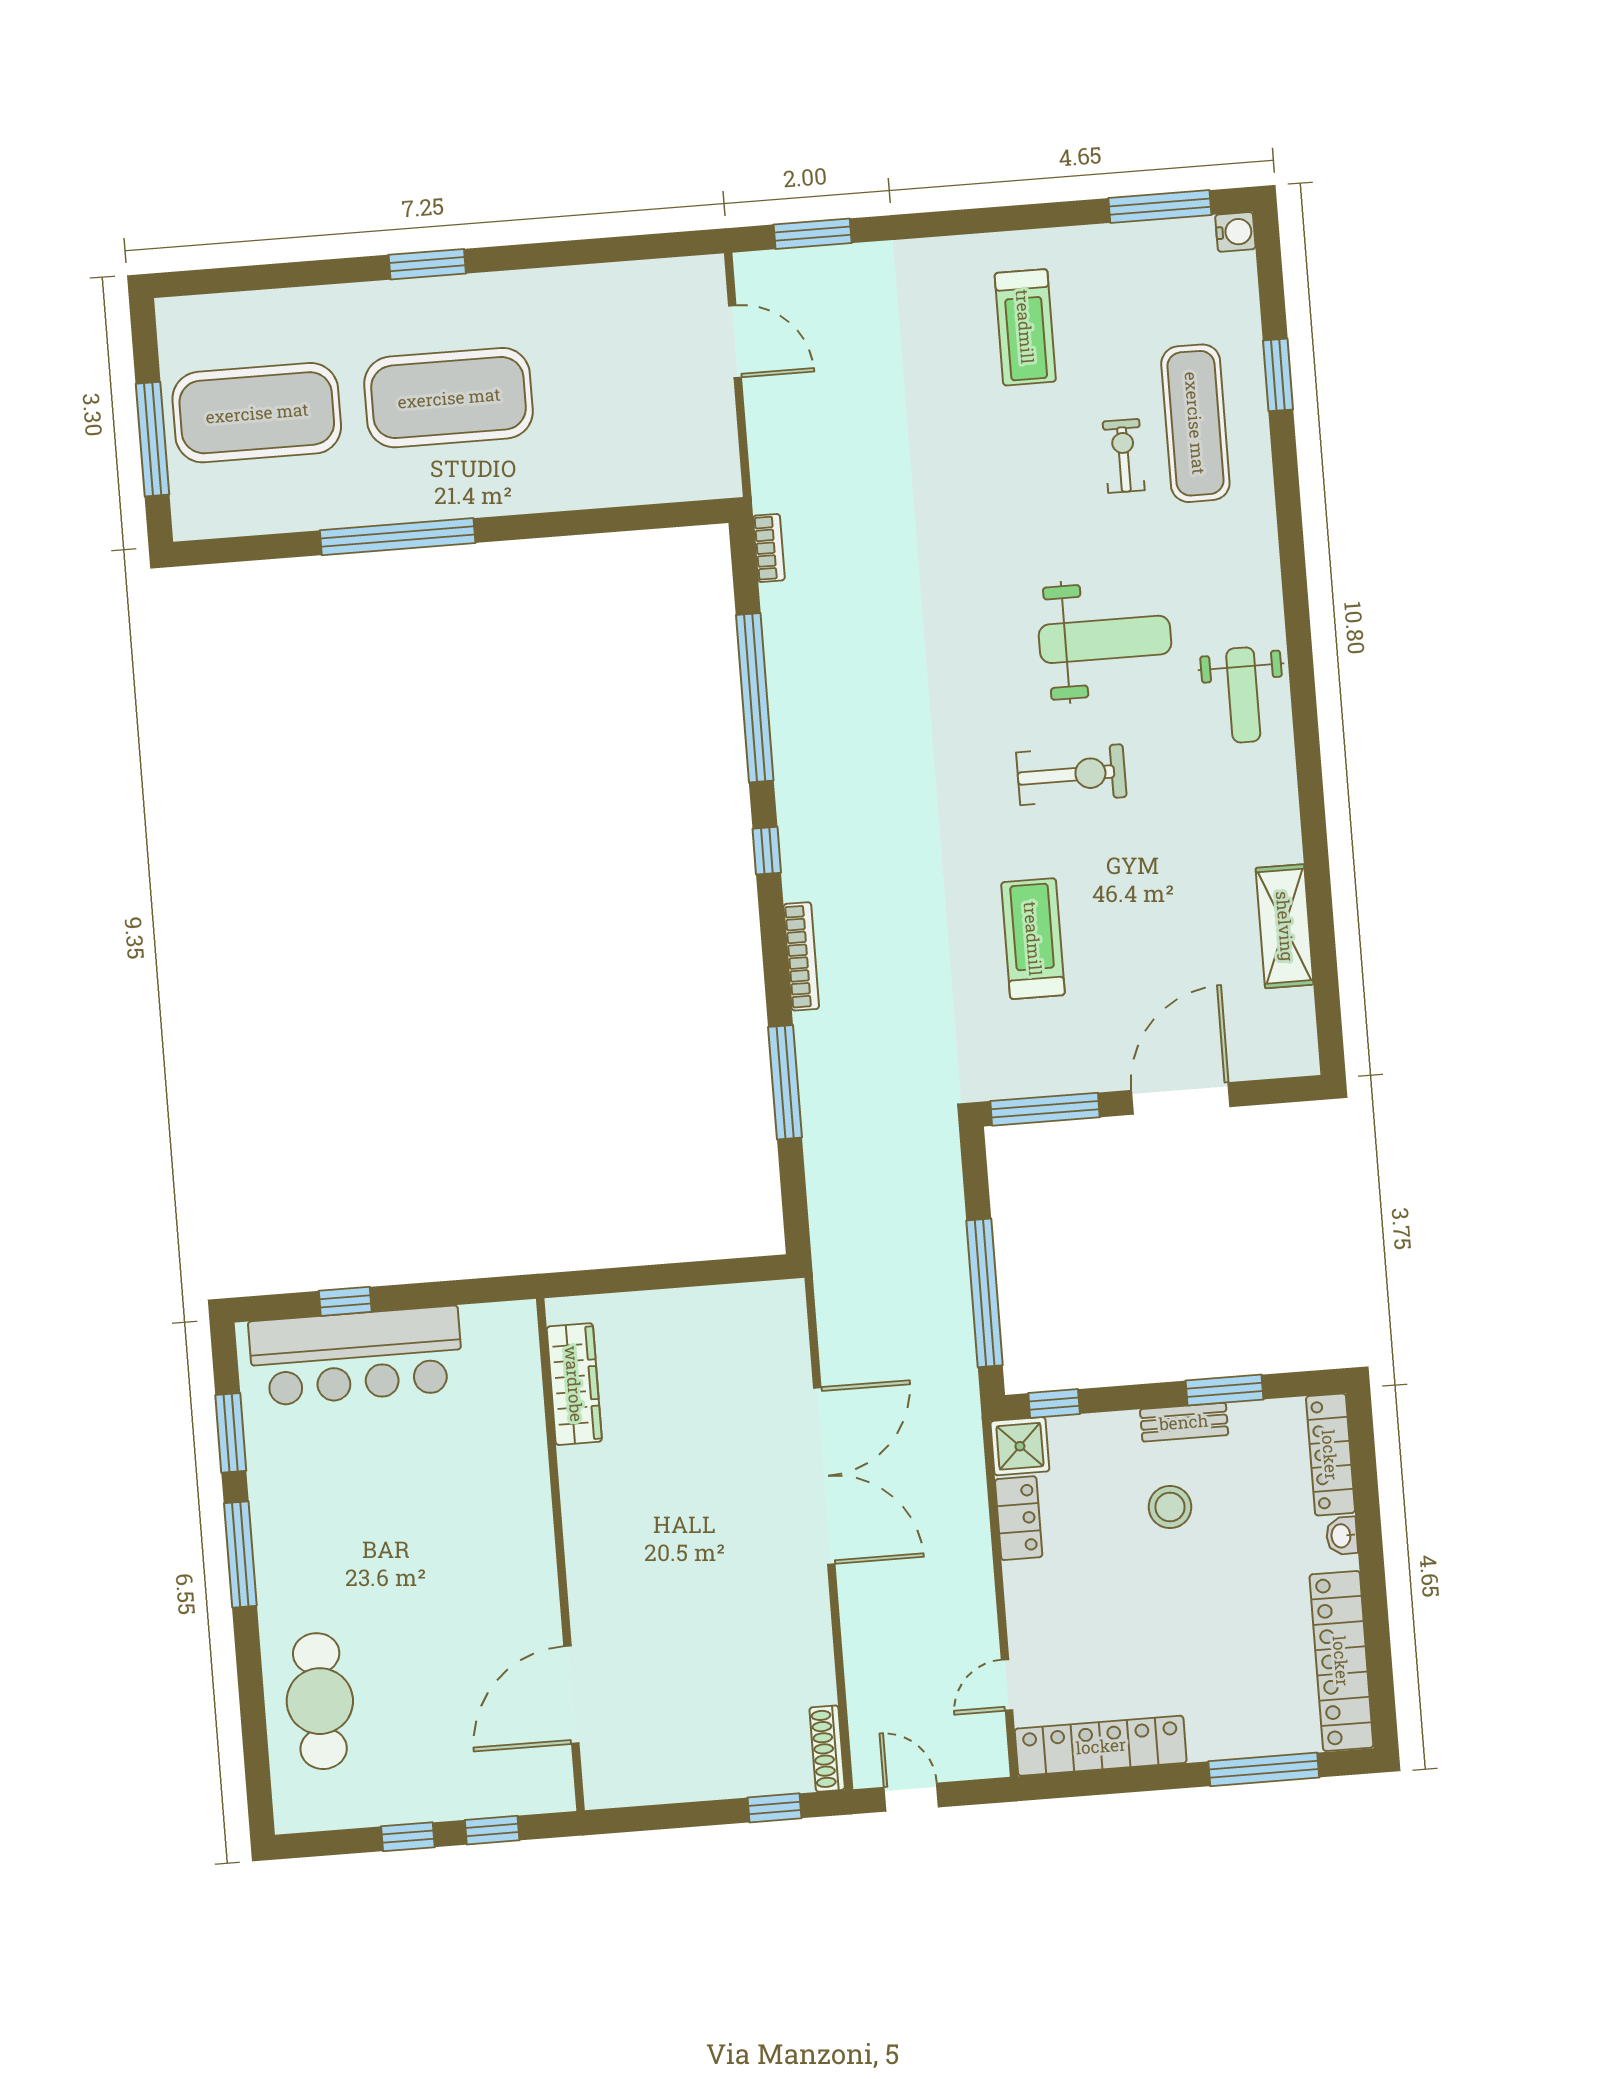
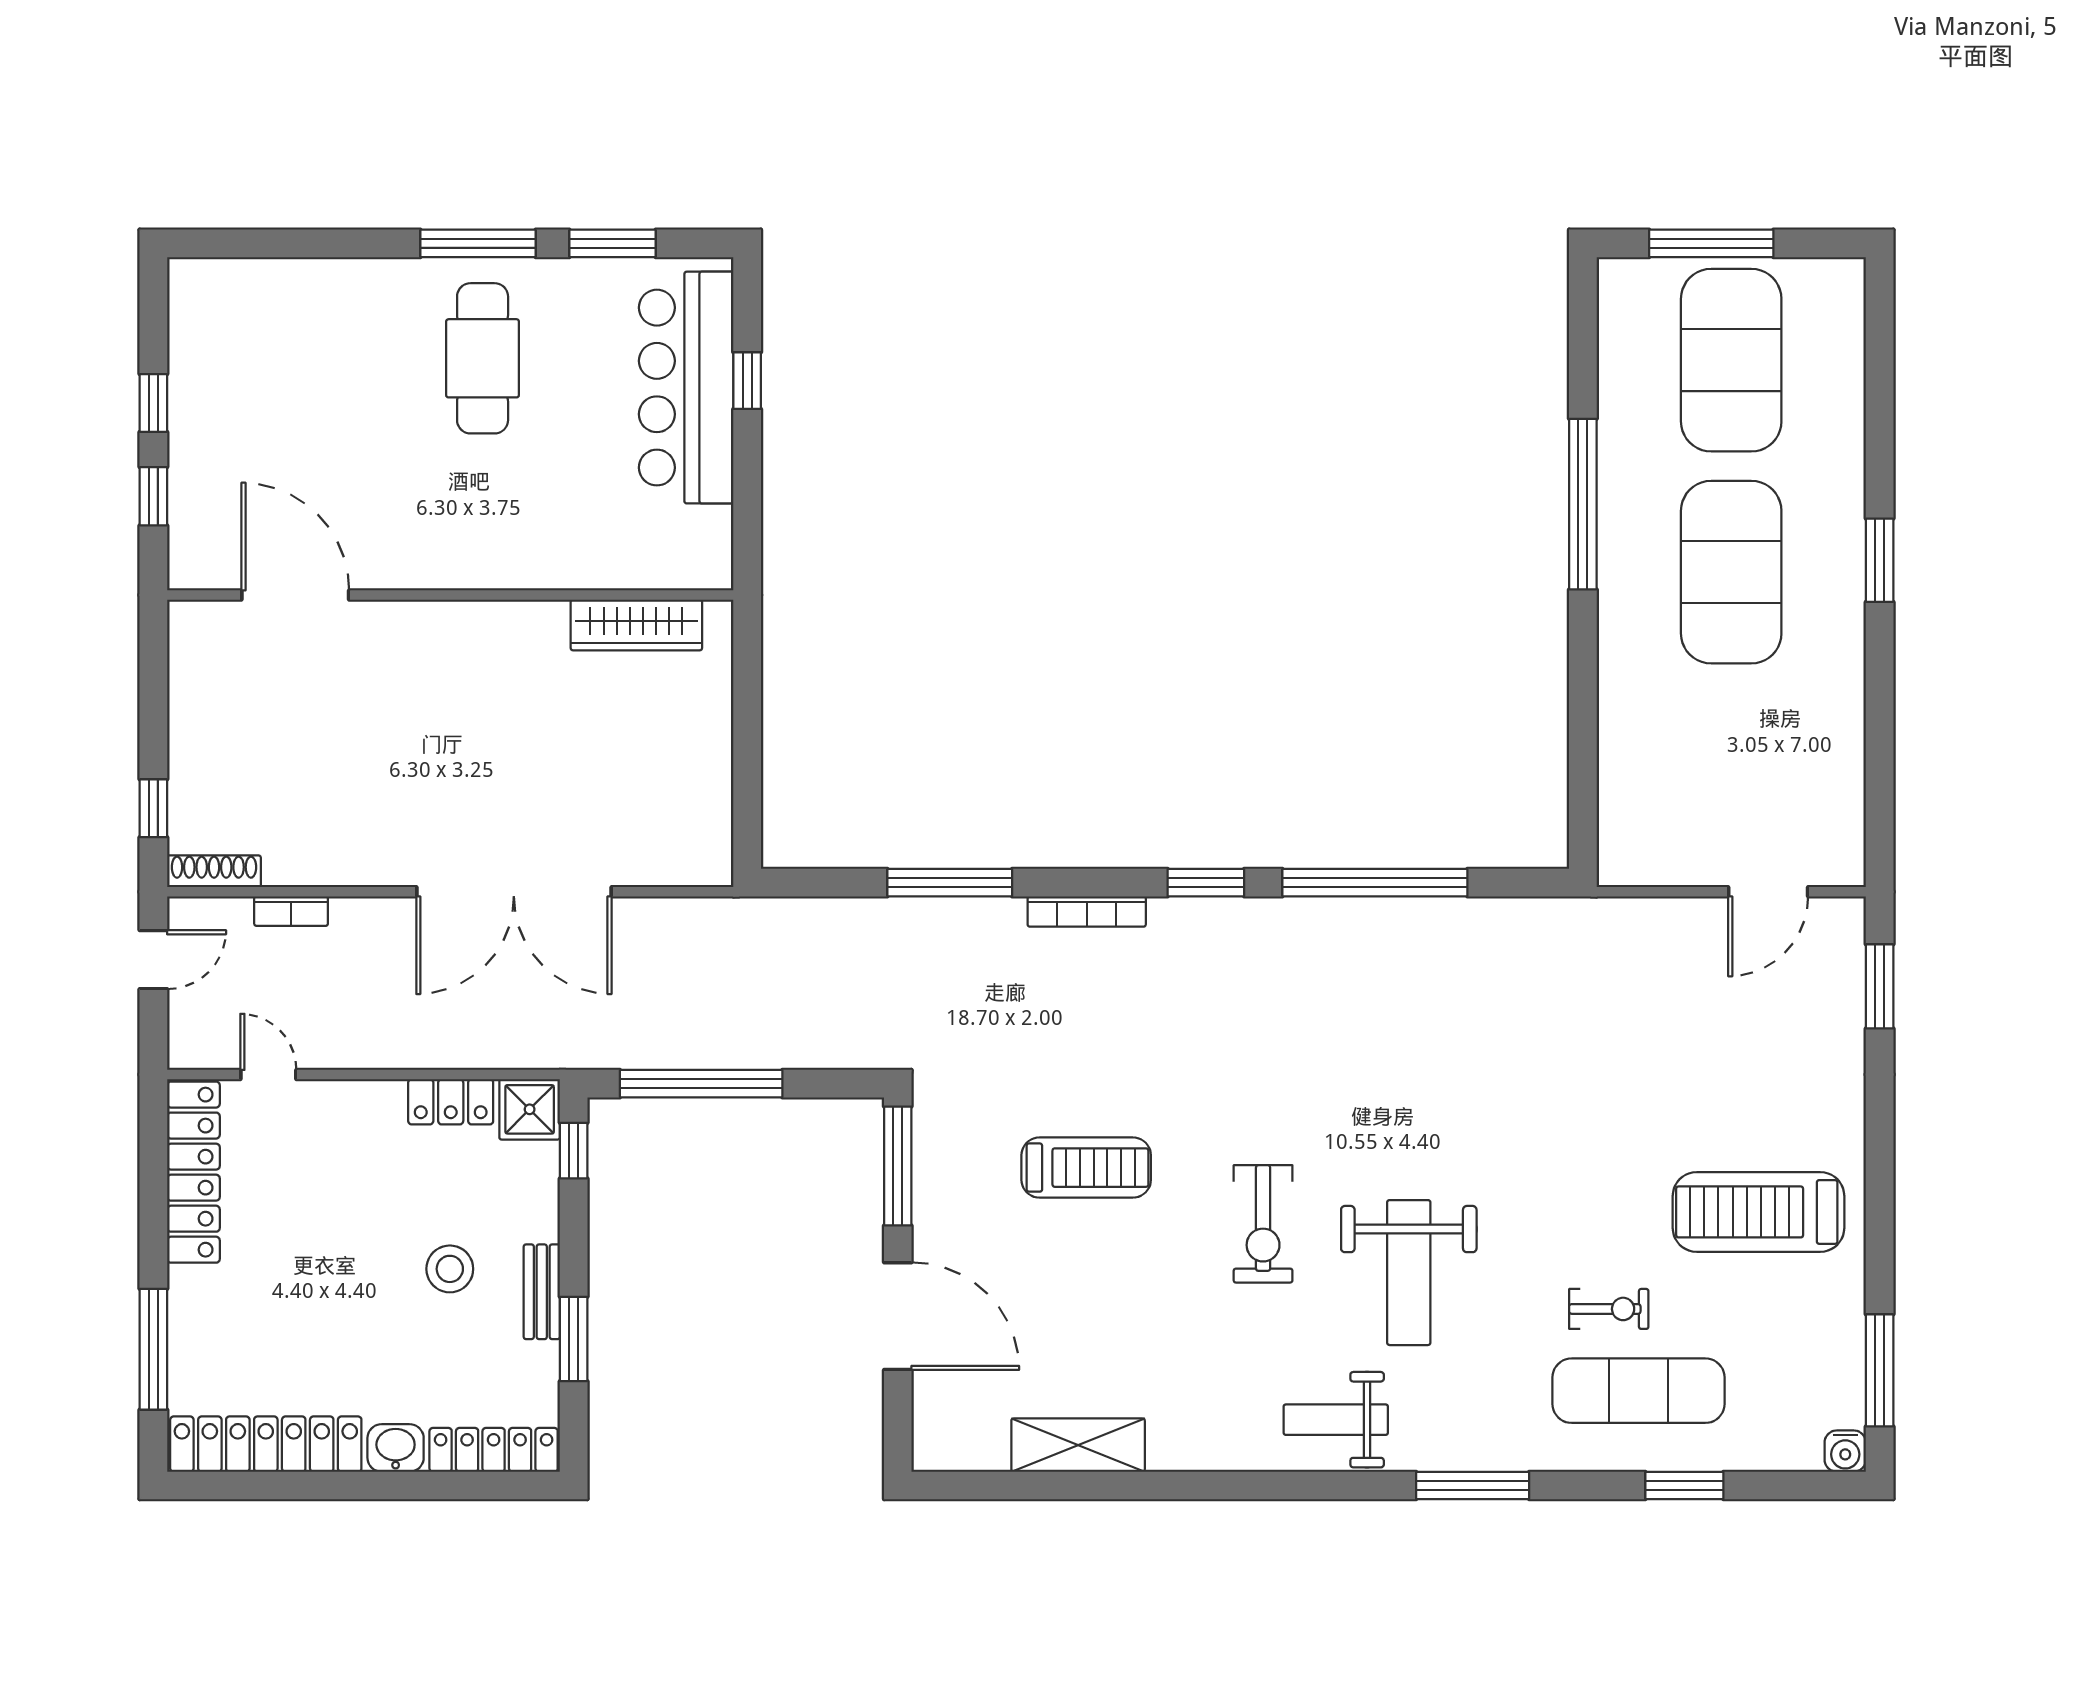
treadmill: (1025, 327) -> (1758, 1212), width x1.37, depth x1.38
bookcase: (769, 548) -> (291, 911), moved
window: (1293, 566) -> (1473, 1485), added
window: (767, 851) -> (1206, 883), width x1.50
washbasin: (1342, 1536) -> (396, 1448), width x1.38, depth x1.45
cafe table: (320, 1701) -> (483, 358), moved, turned 90

